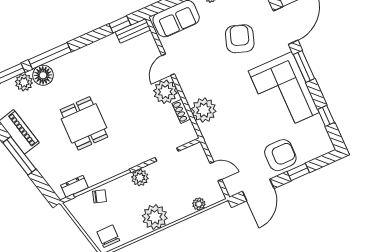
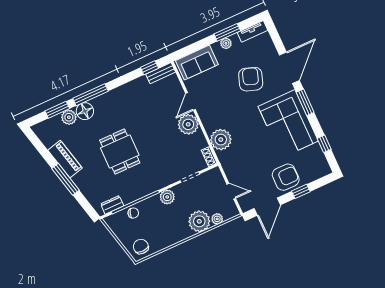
shoe rack: (181, 111) -> (209, 157), moved
plant: (155, 217) -> (199, 221), moved

